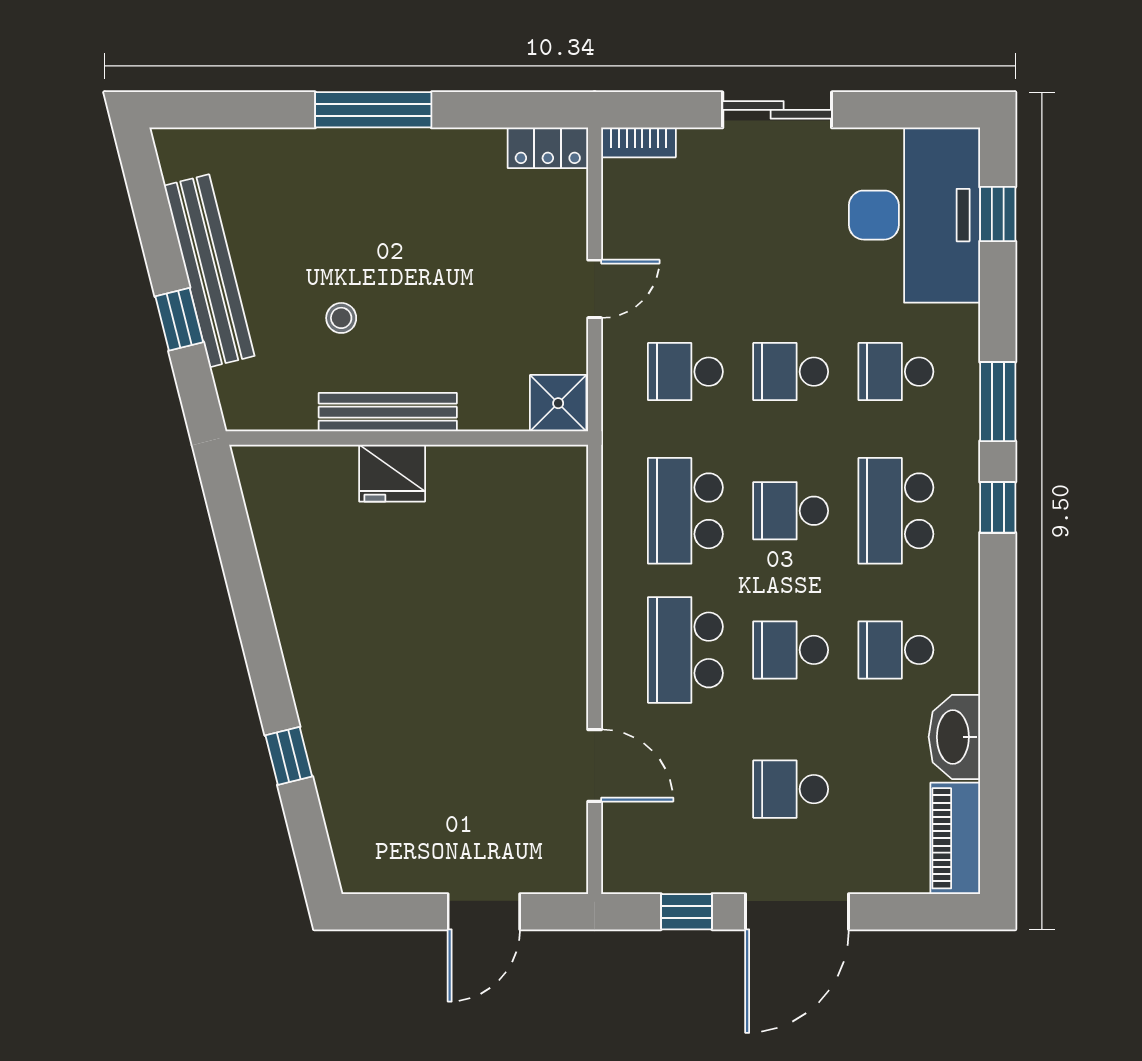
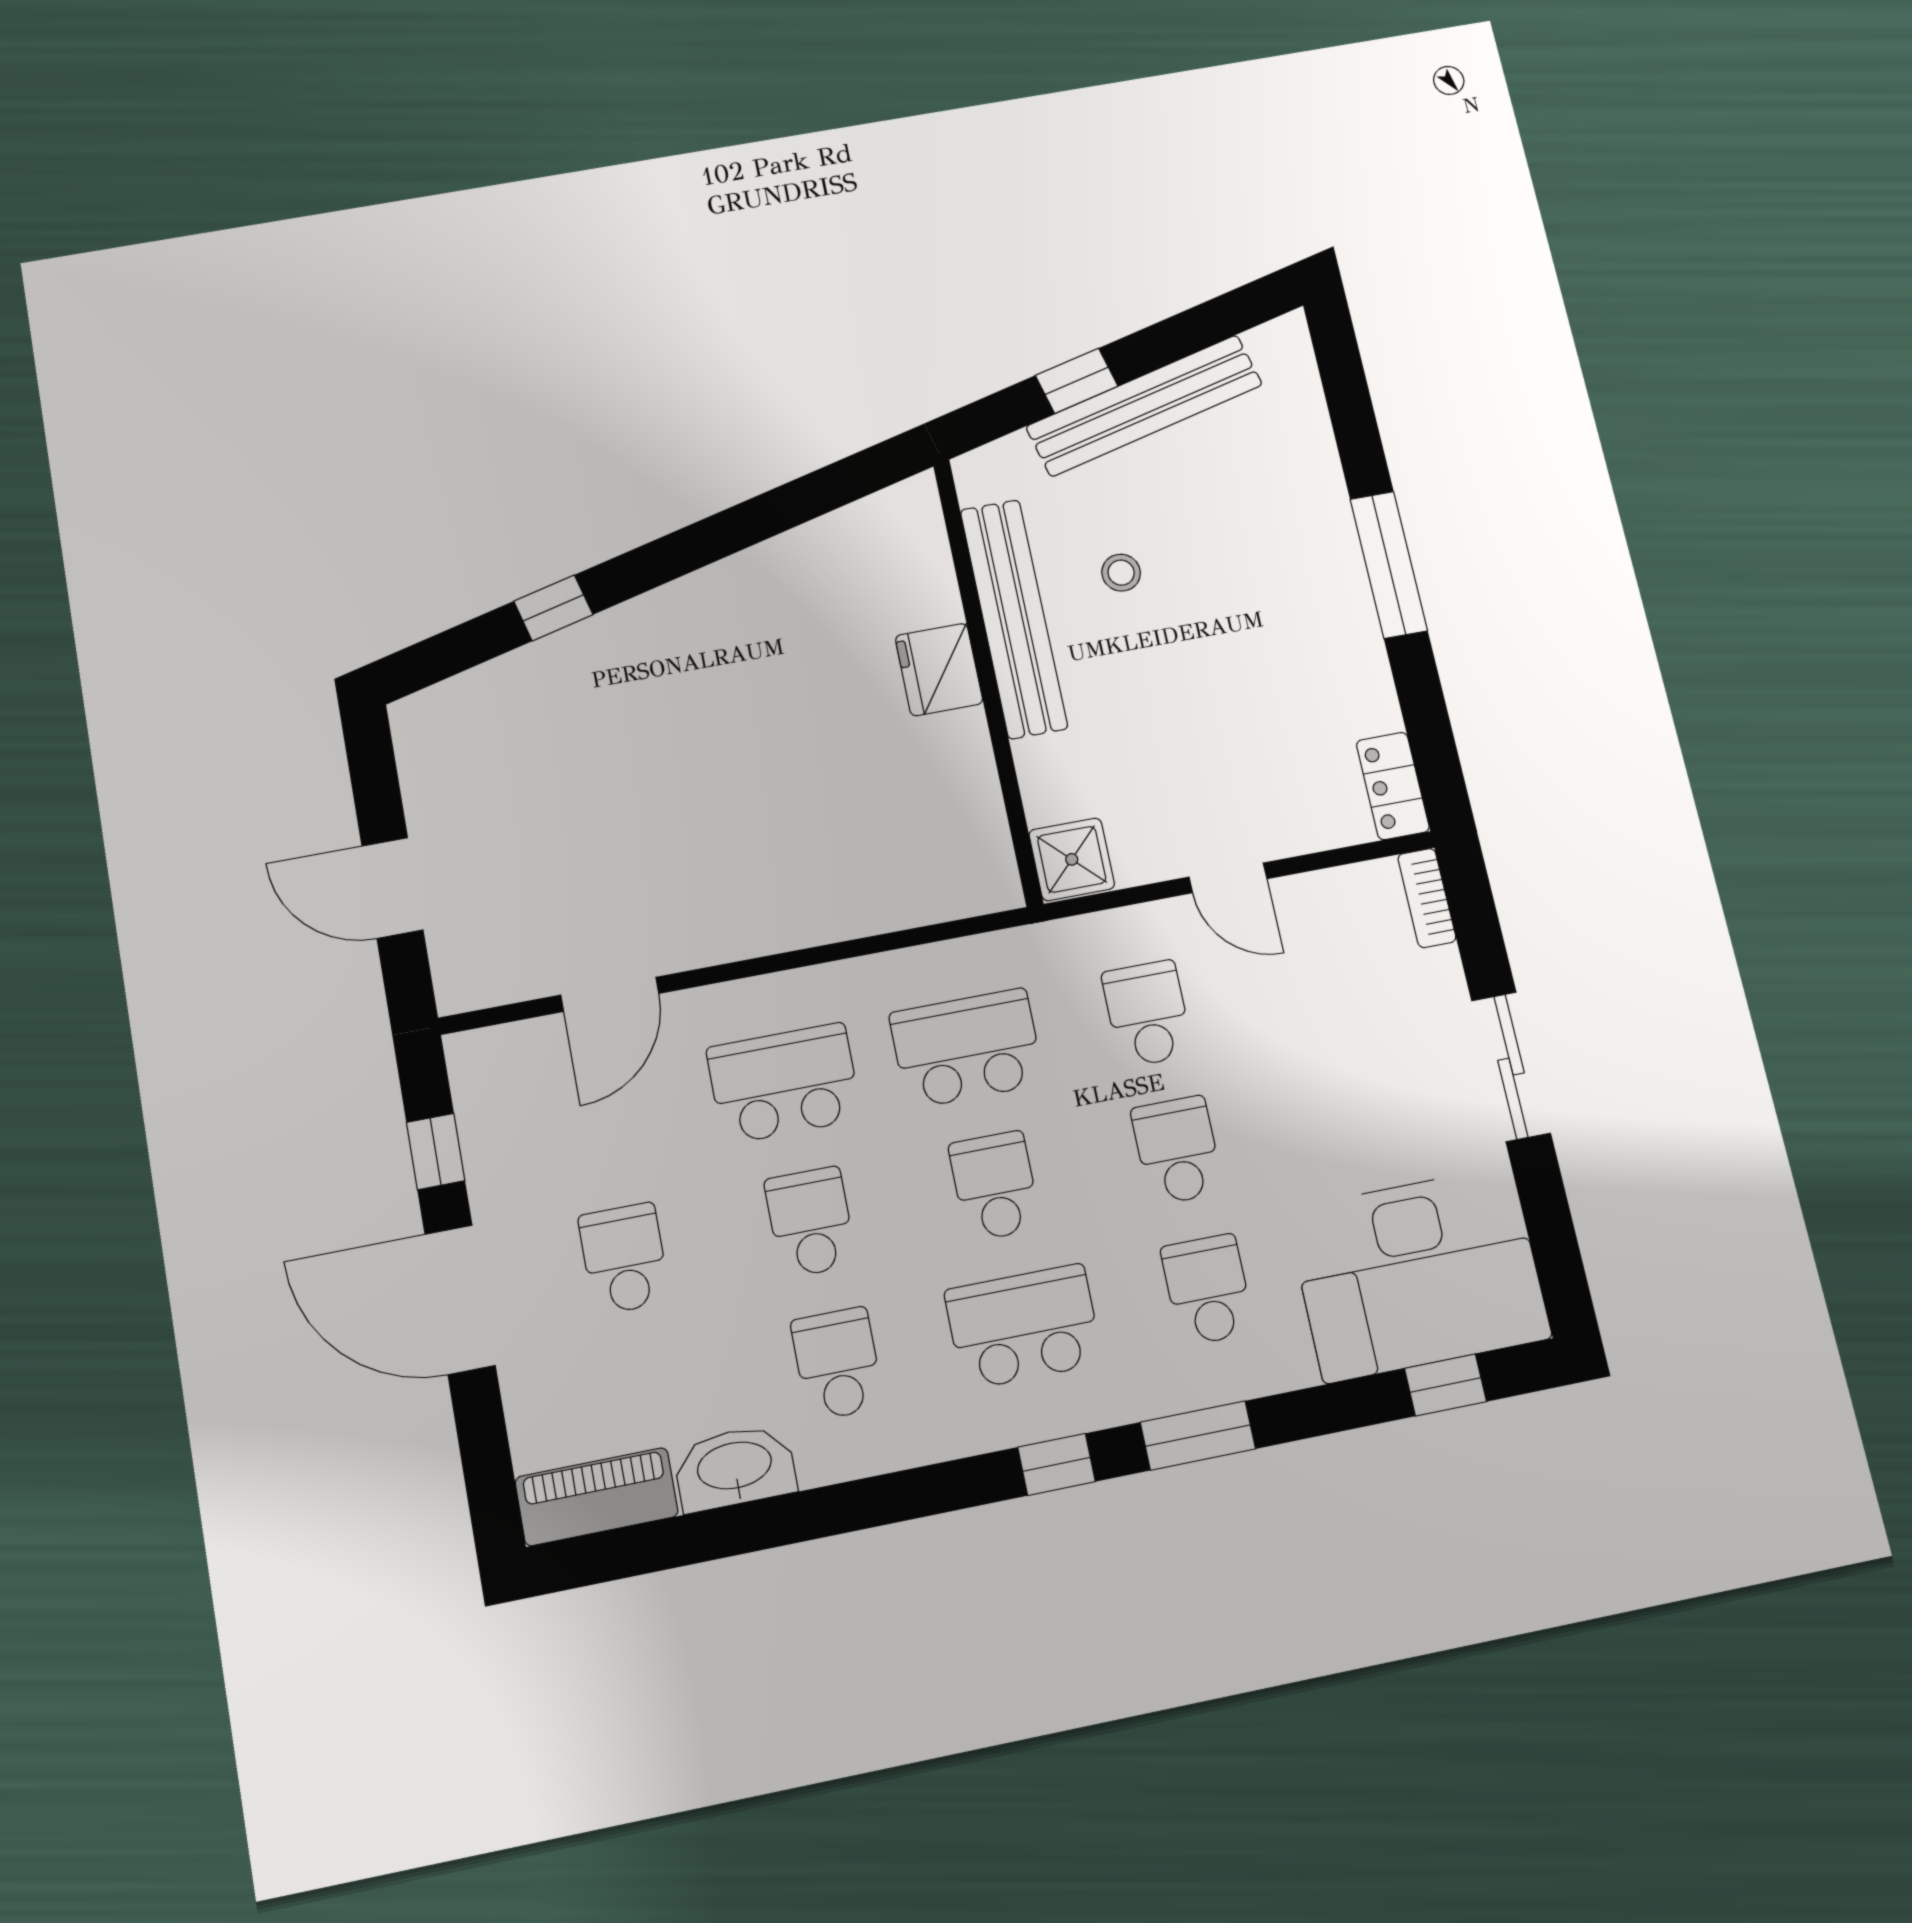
bench: (388, 412) -> (1014, 619), width x1.37, depth x1.21

